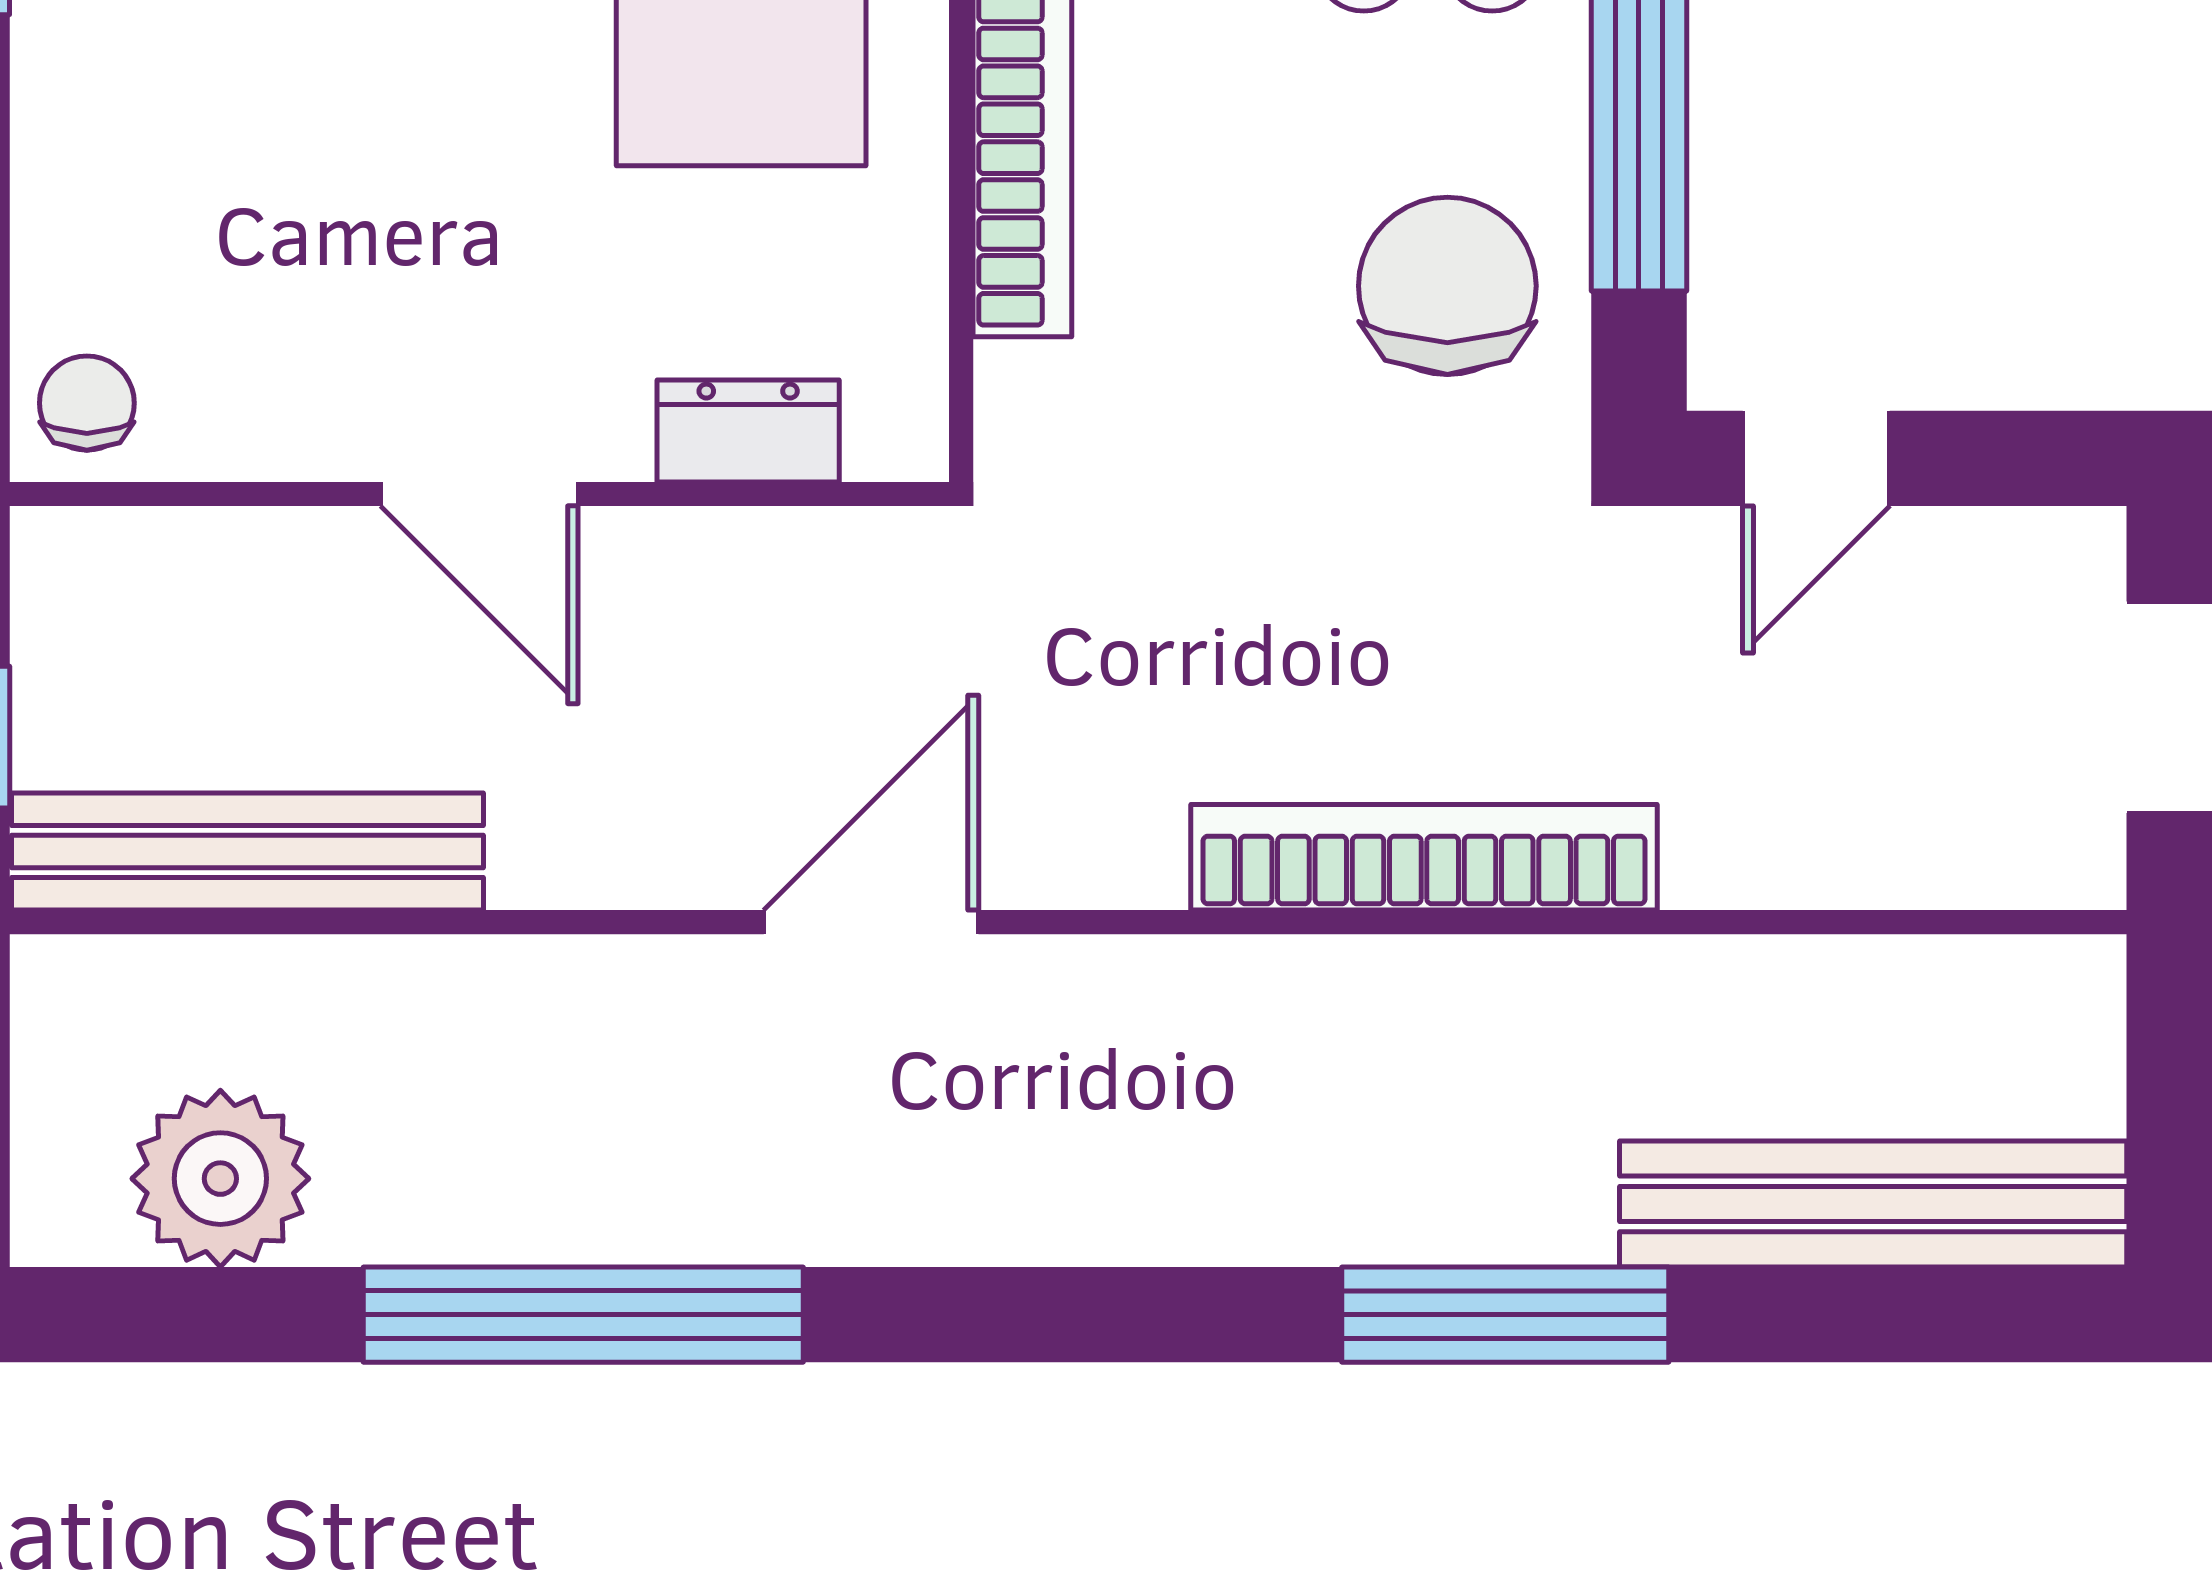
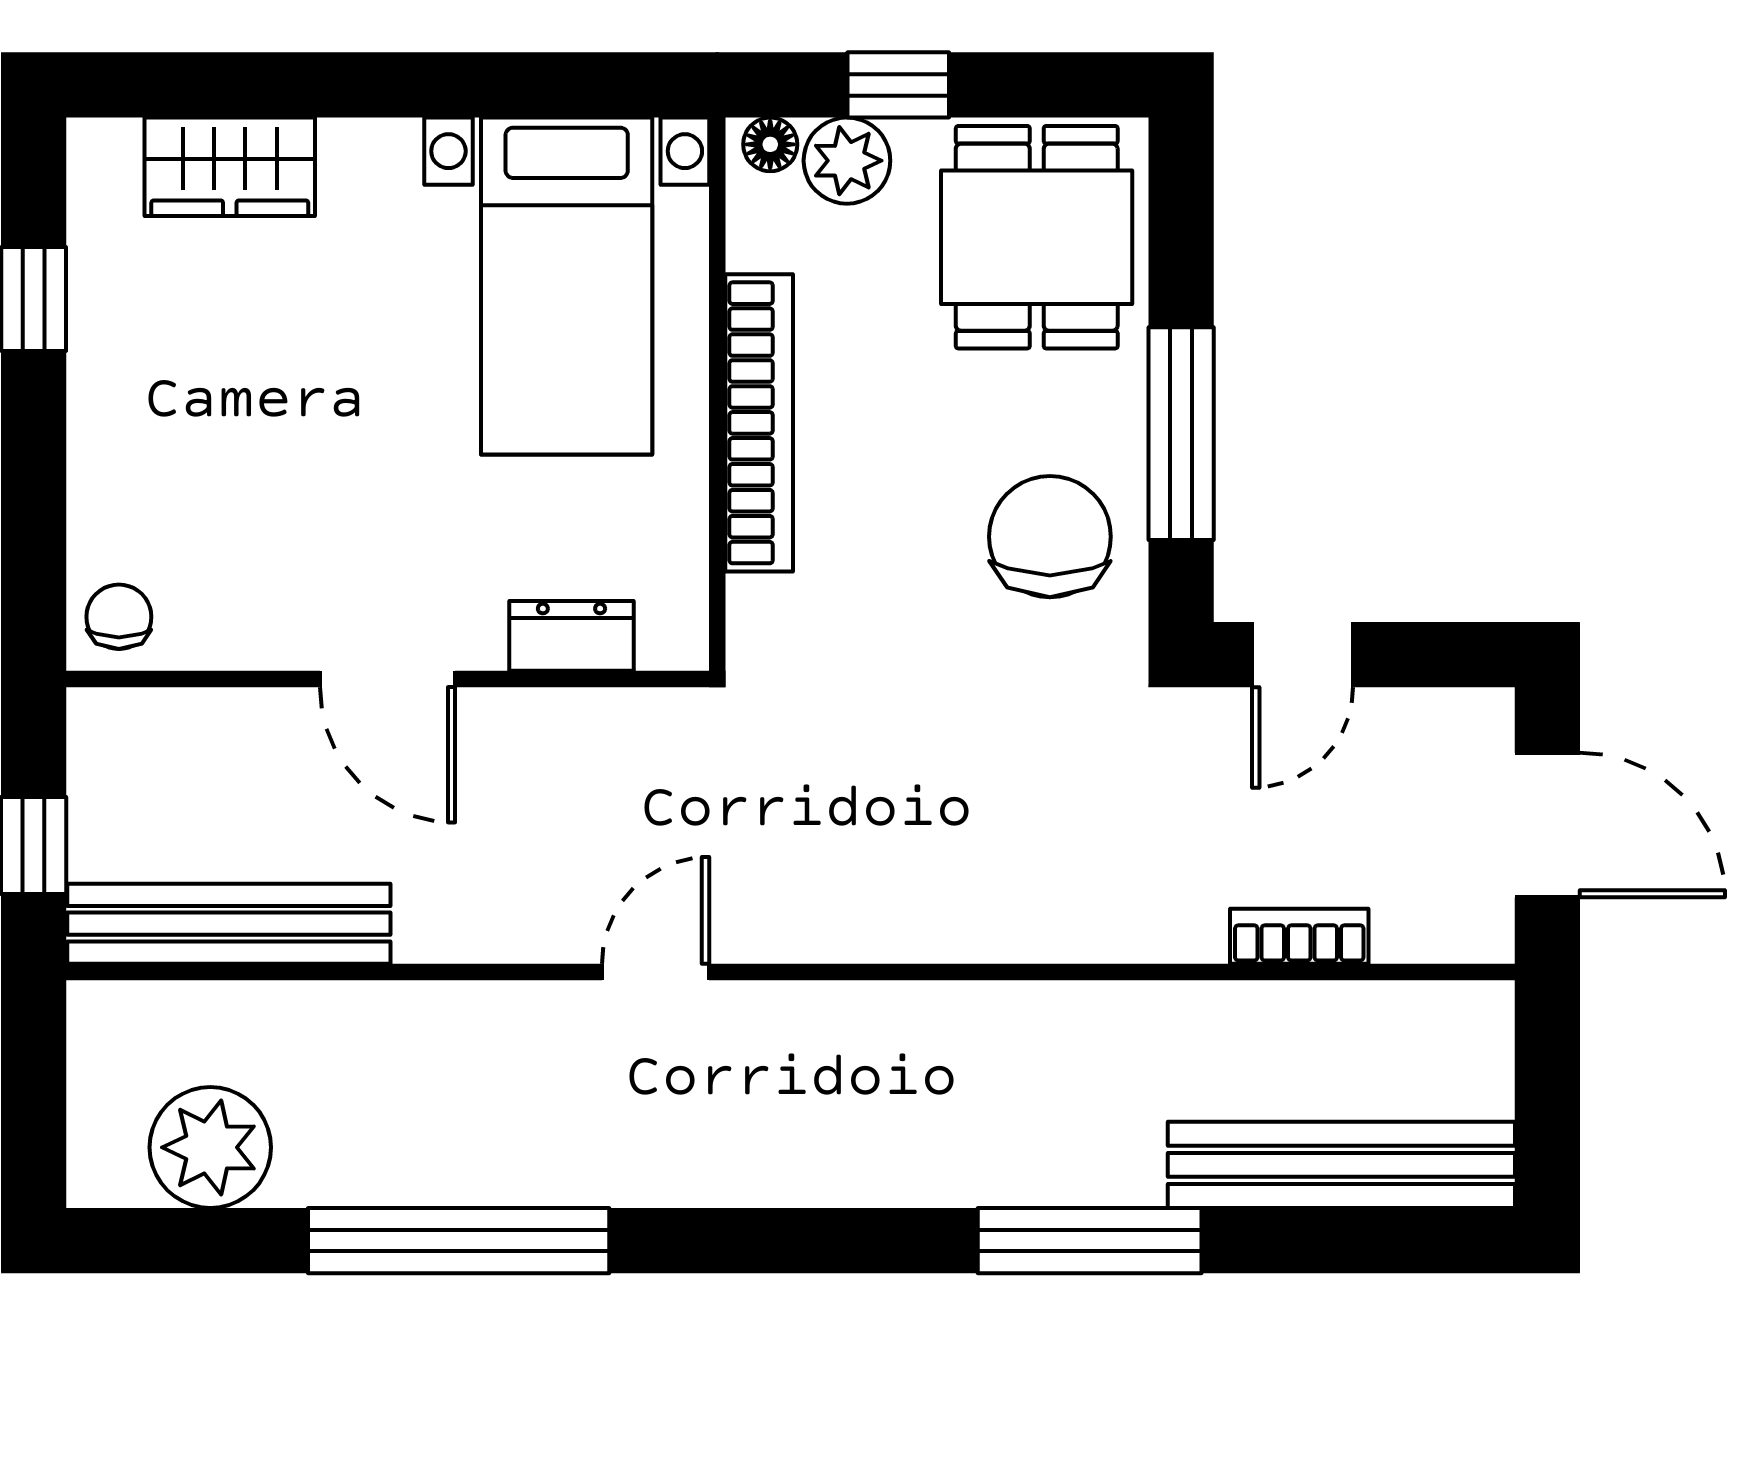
bookcase: (1424, 857) -> (1299, 936), moved, width x0.43, depth x0.76
door: (871, 922) -> (656, 972), width x0.73

